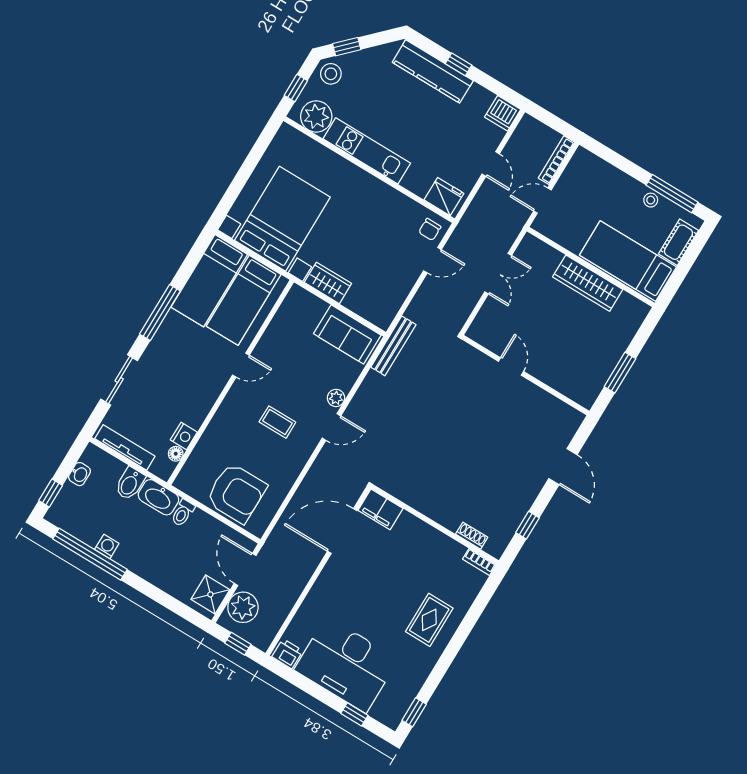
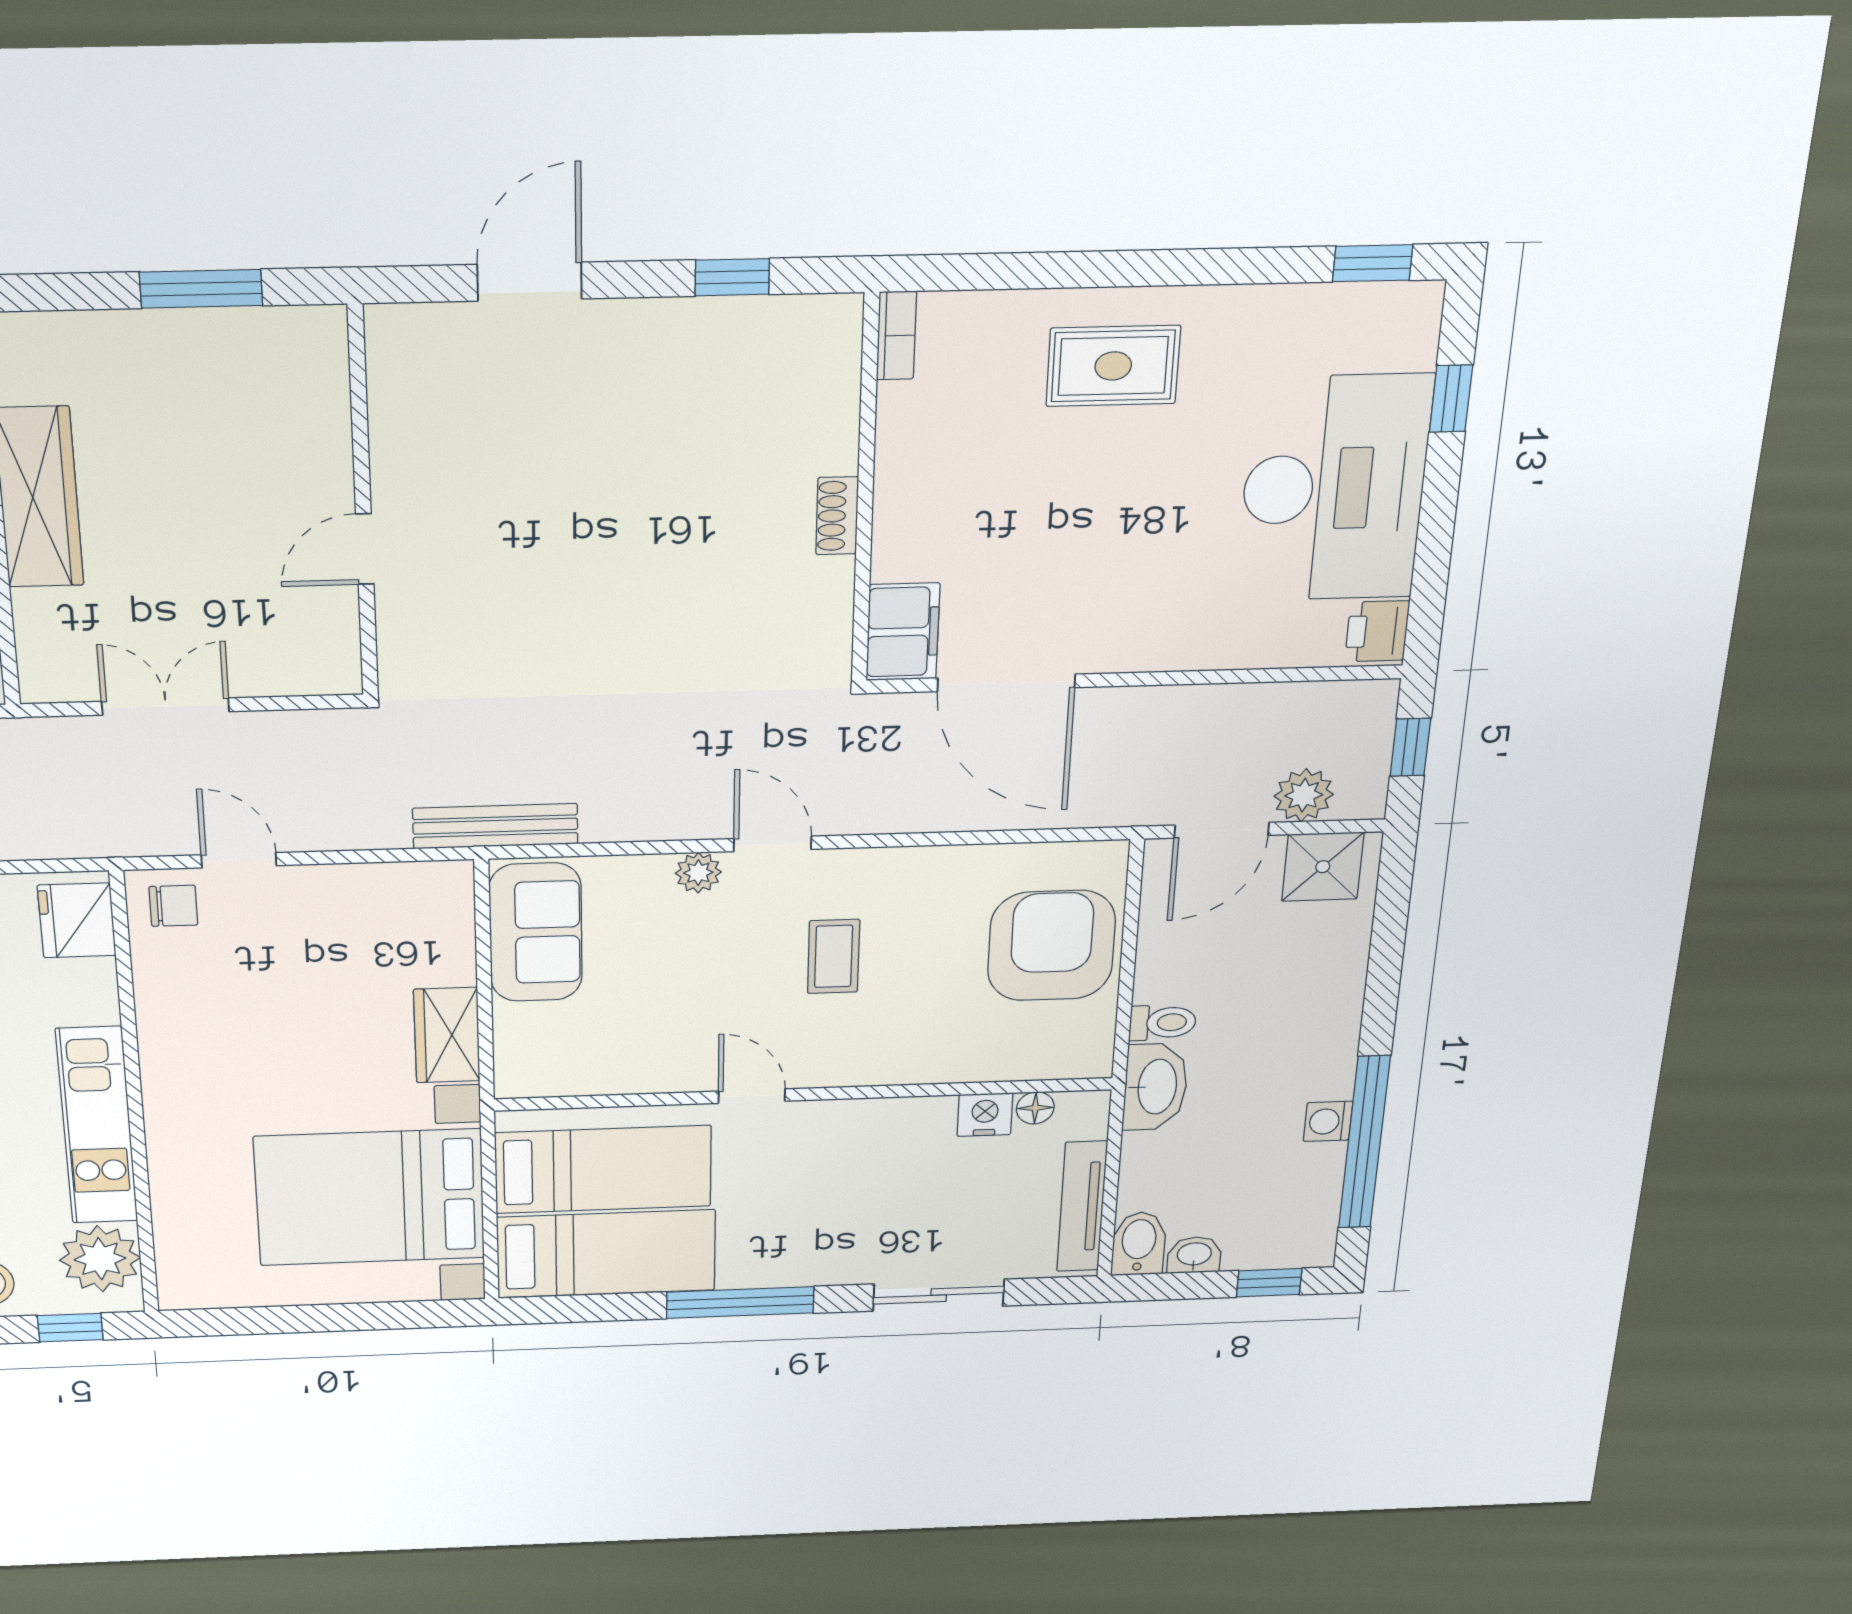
bidet: (130, 484) -> (1139, 1244), moved, turned -90
shoe rack: (472, 536) -> (837, 516), moved
plant: (243, 607) -> (1304, 795), width x0.73, depth x0.73

